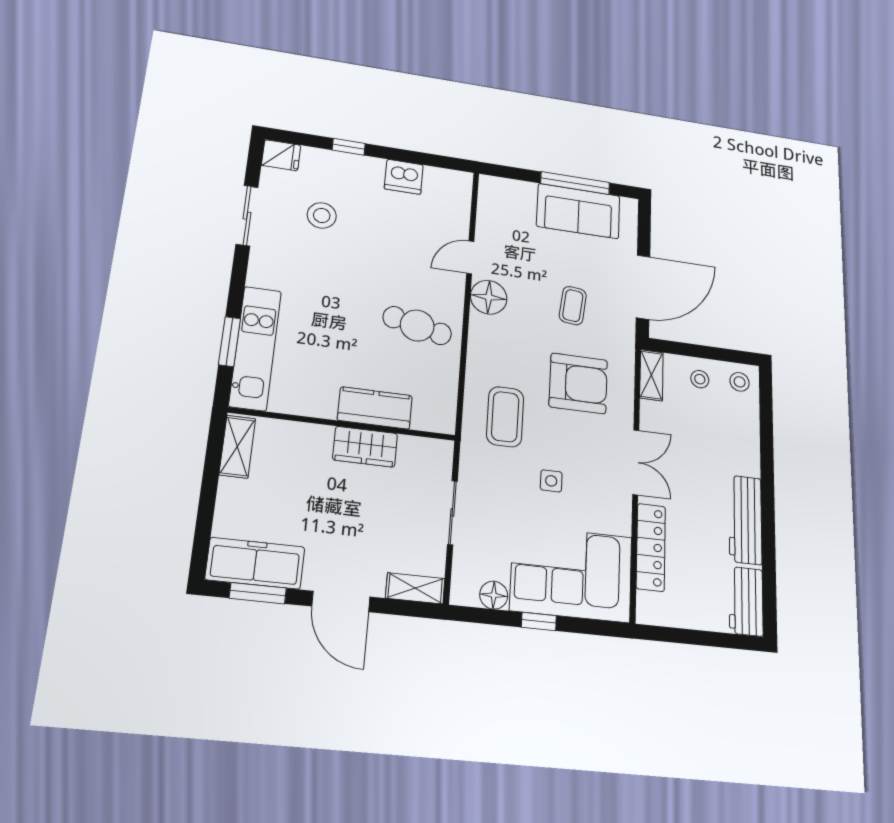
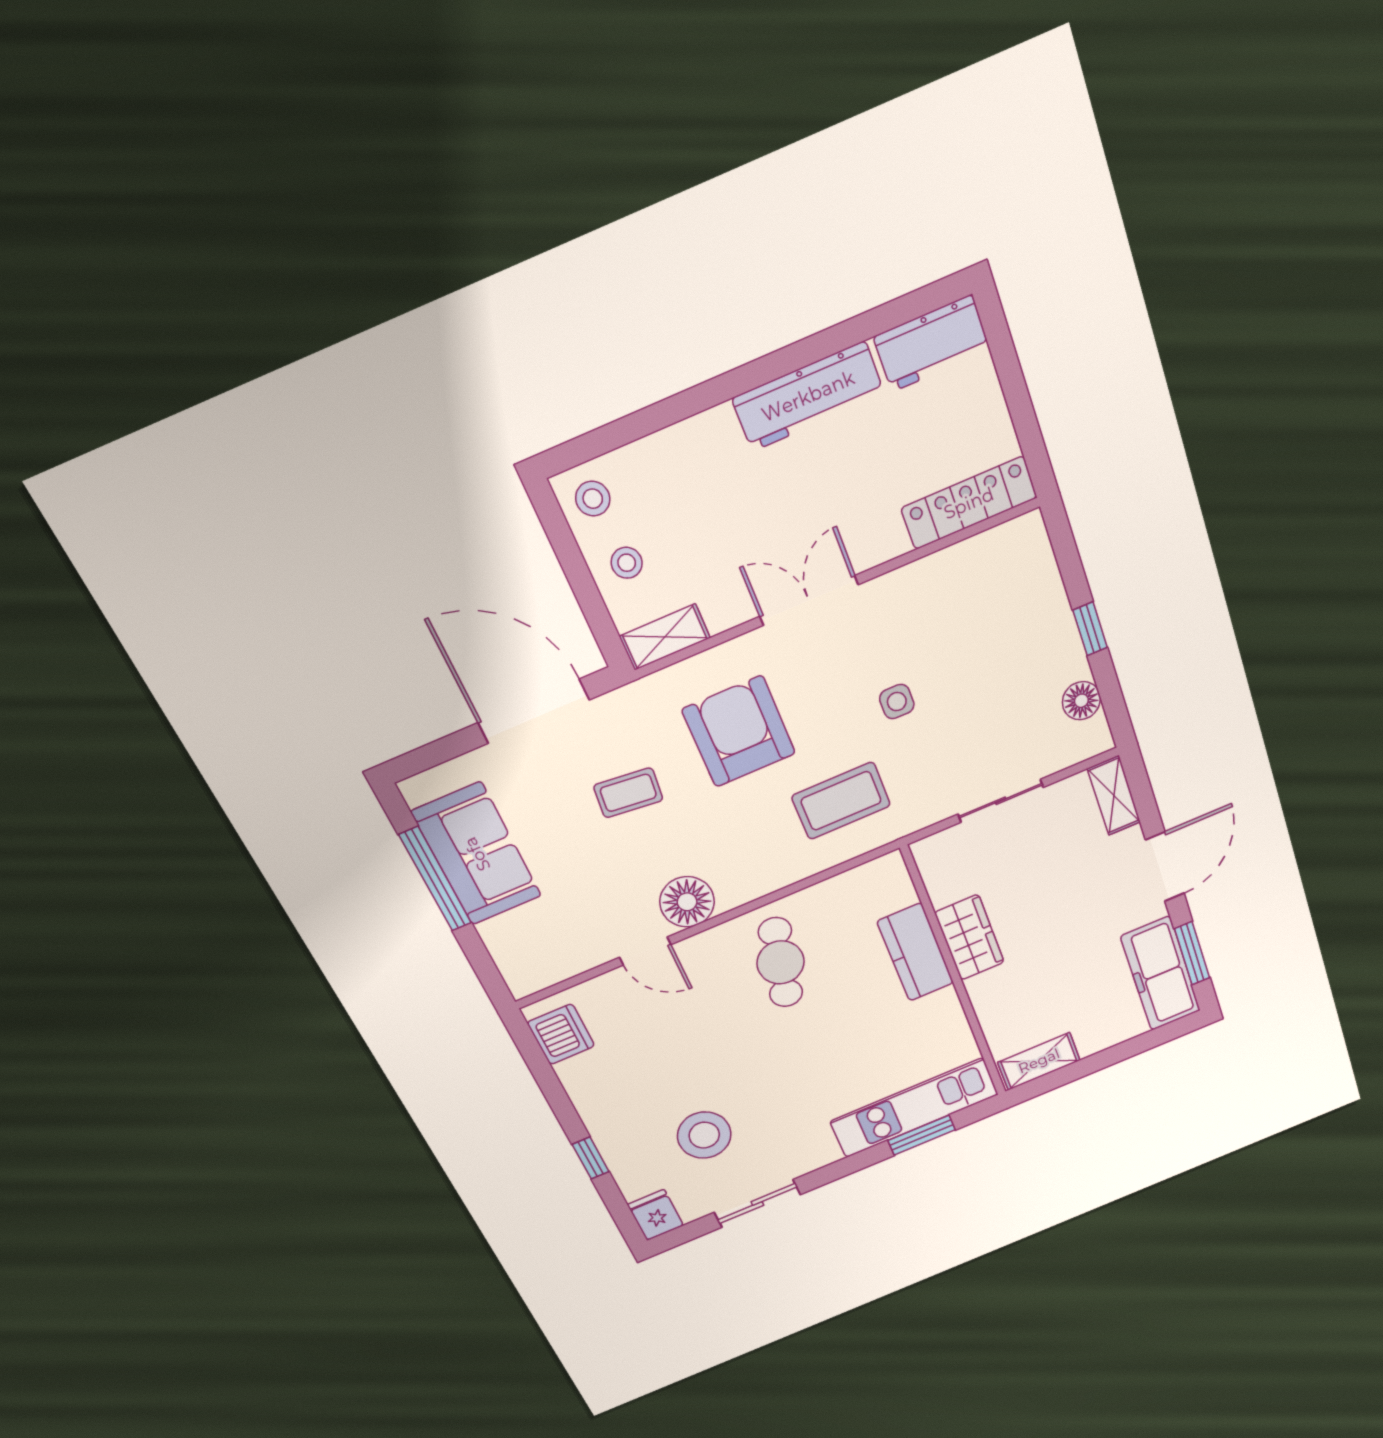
dishwasher: (404, 177) -> (561, 1034), moved
stool: (322, 215) -> (704, 1135), width x1.38, depth x1.38
locker: (651, 547) -> (969, 503), moved
corner sofa: (571, 573) -> (1009, 616), removed

